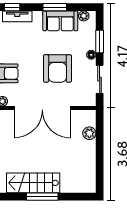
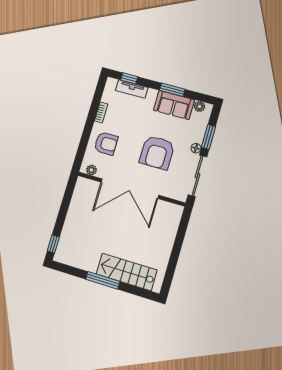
sliding door: (100, 79) -> (197, 176), width x1.37
plant: (89, 133) -> (171, 229), removed
stairs: (33, 183) -> (127, 272), moved

